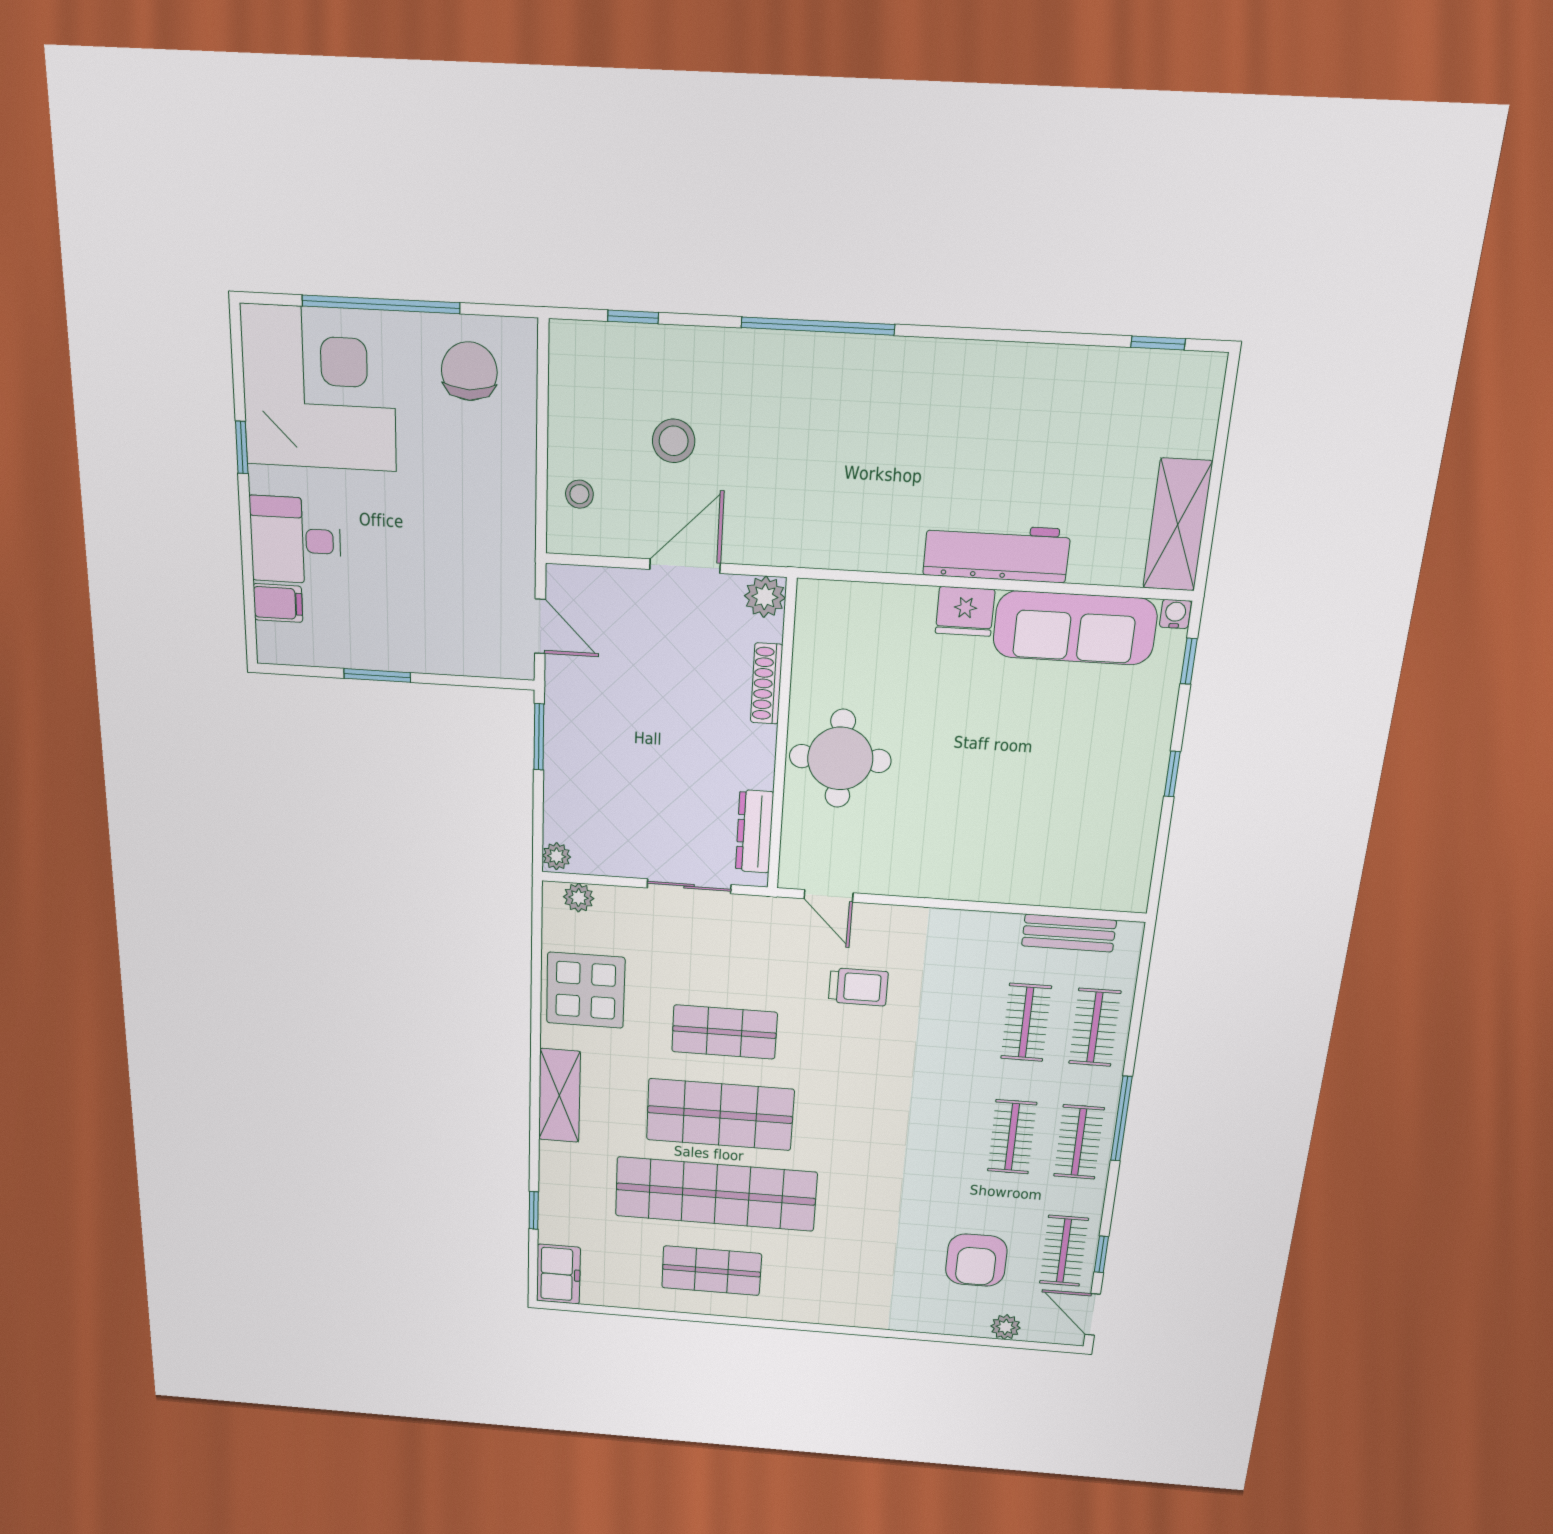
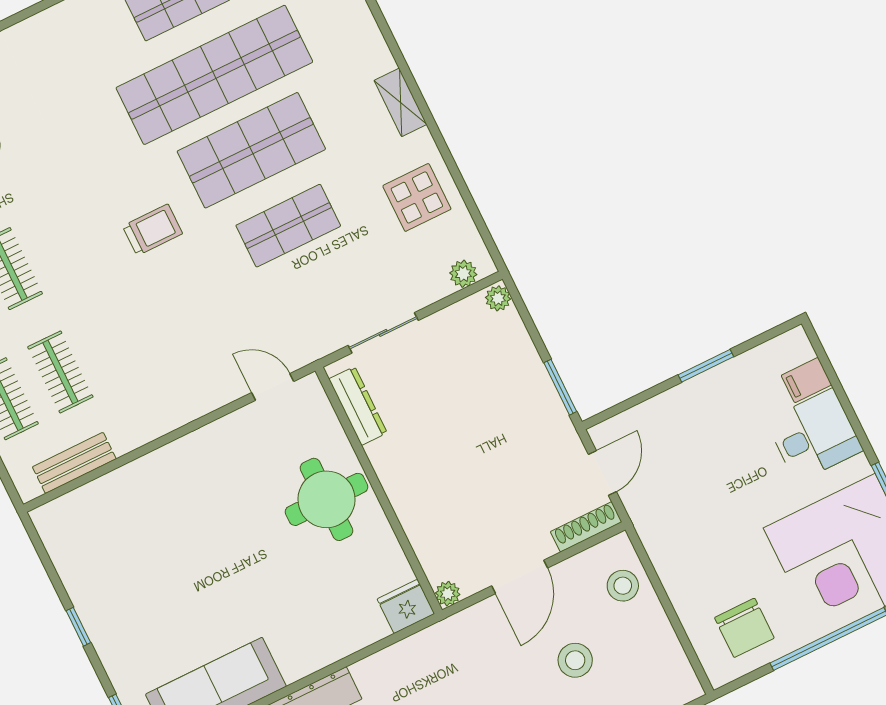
stool: (579, 494) -> (623, 586), width x1.37, depth x1.37
plant: (765, 597) -> (448, 594), width x0.73, depth x0.73
fridge: (965, 611) -> (406, 606), moved
door: (540, 626) -> (602, 473), swing flipped
shoe rack: (767, 684) -> (586, 527), moved, turned -90
trolley: (858, 987) -> (152, 230), moved, turned 180
display table: (586, 990) -> (417, 197), width x0.73, depth x0.73
shelving: (559, 1096) -> (400, 102), width x0.67, depth x0.75

